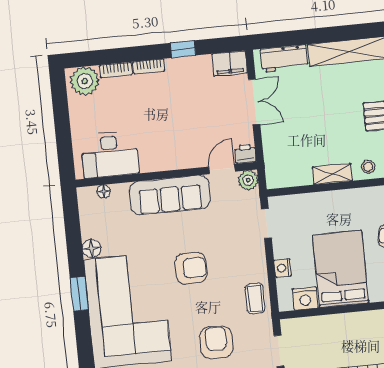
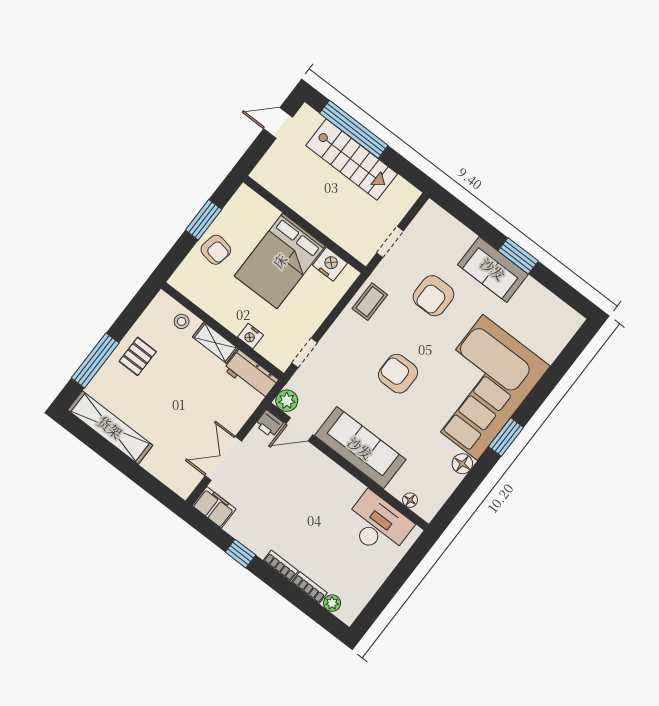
workbench: (284, 59) -> (251, 375), moved, turned 180
plant: (85, 81) -> (332, 603), width x0.53, depth x0.53
nightstand: (283, 268) -> (251, 336), moved, turned 90

